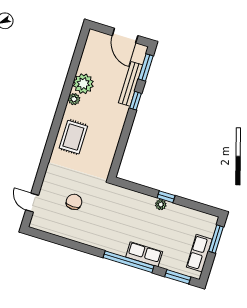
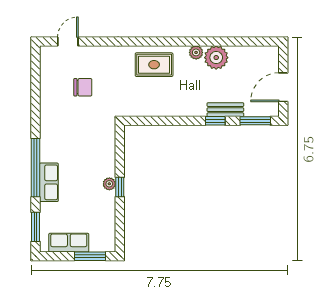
bench: (131, 84) -> (225, 110), width x0.73

